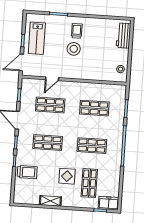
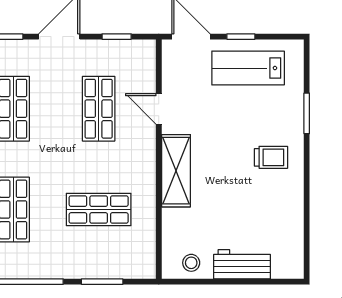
workbench: (123, 36) -> (242, 264), moved
stool: (74, 49) -> (230, 153), removed
shelving: (80, 73) -> (176, 171), added
shop shelf: (94, 108) -> (99, 210), turned 90

